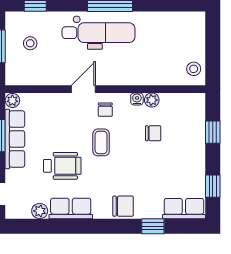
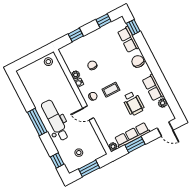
wheelchair: (62, 166) -> (133, 103), turned 180
row of seats: (184, 209) -> (128, 40), moved
window: (153, 226) -> (133, 27), moved

